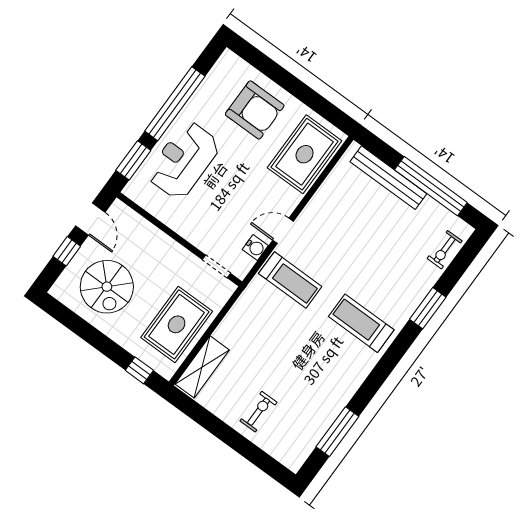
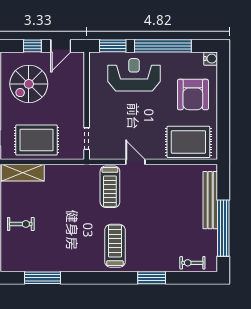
water cooler: (255, 248) -> (211, 59), moved, turned -90

